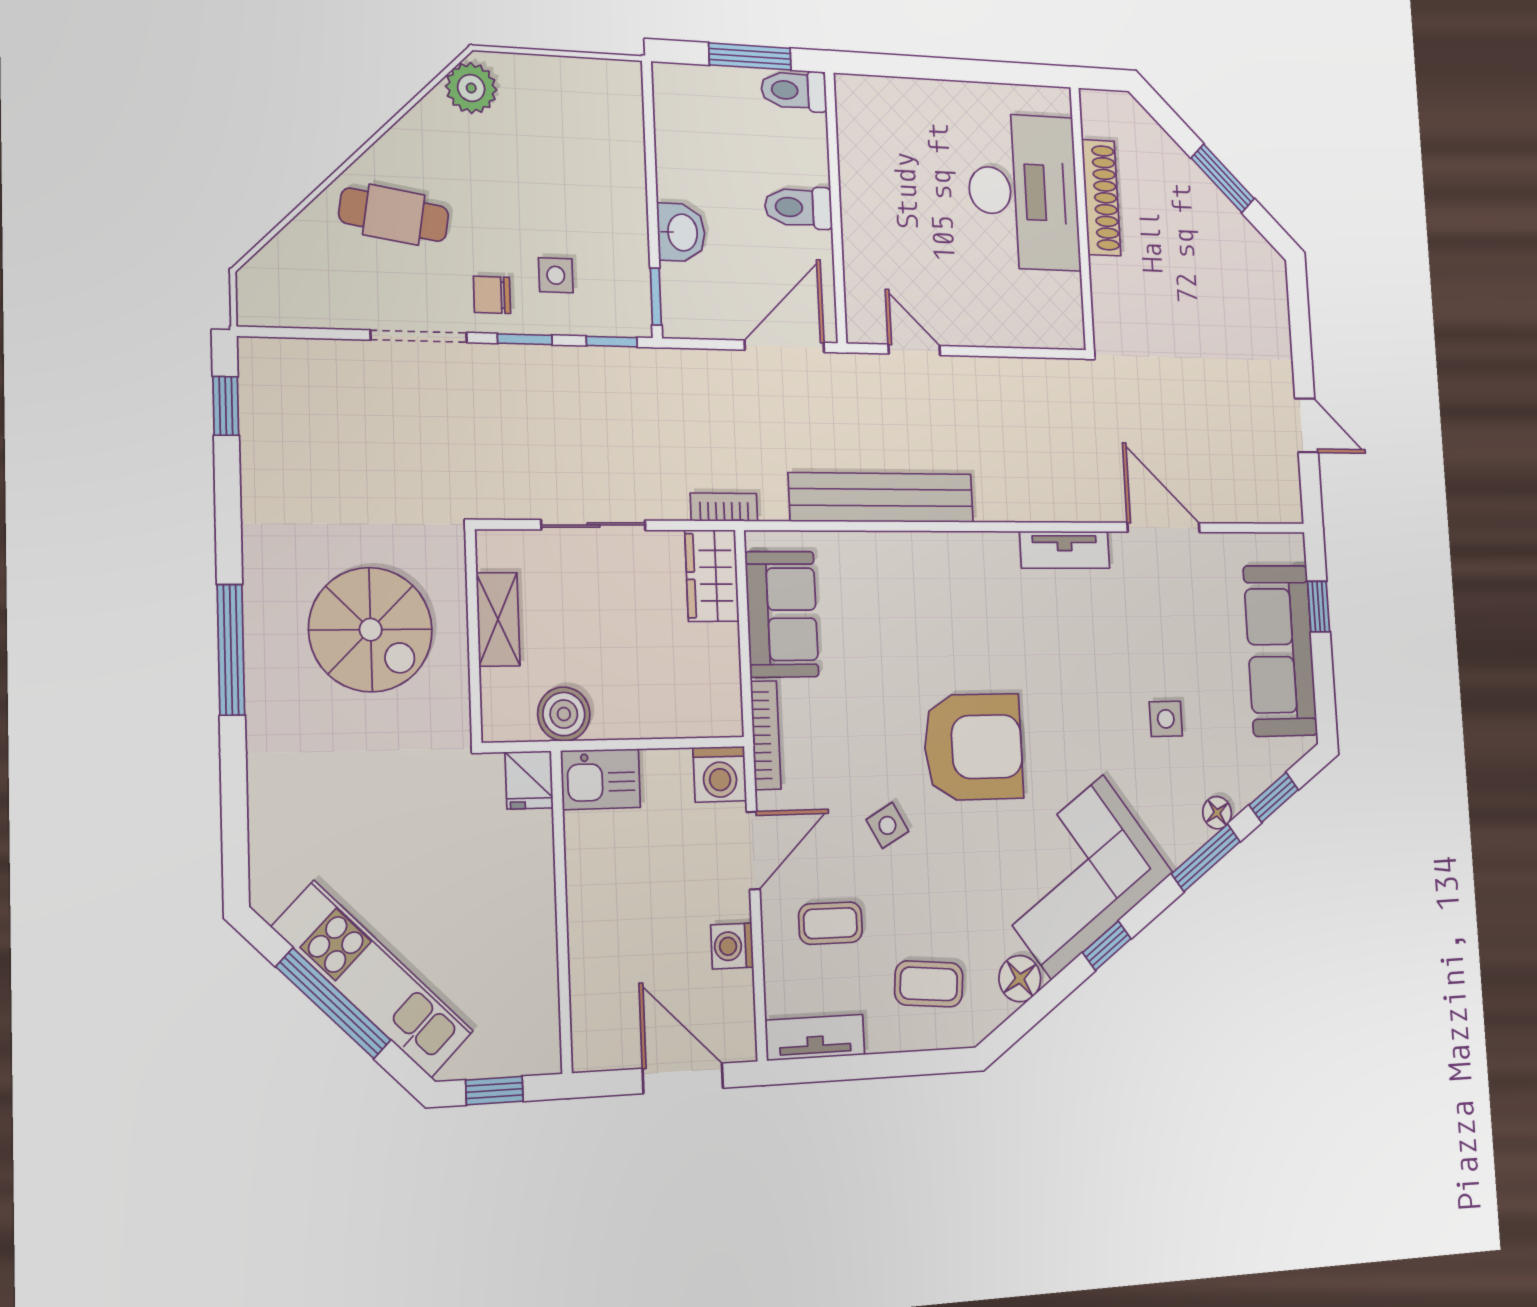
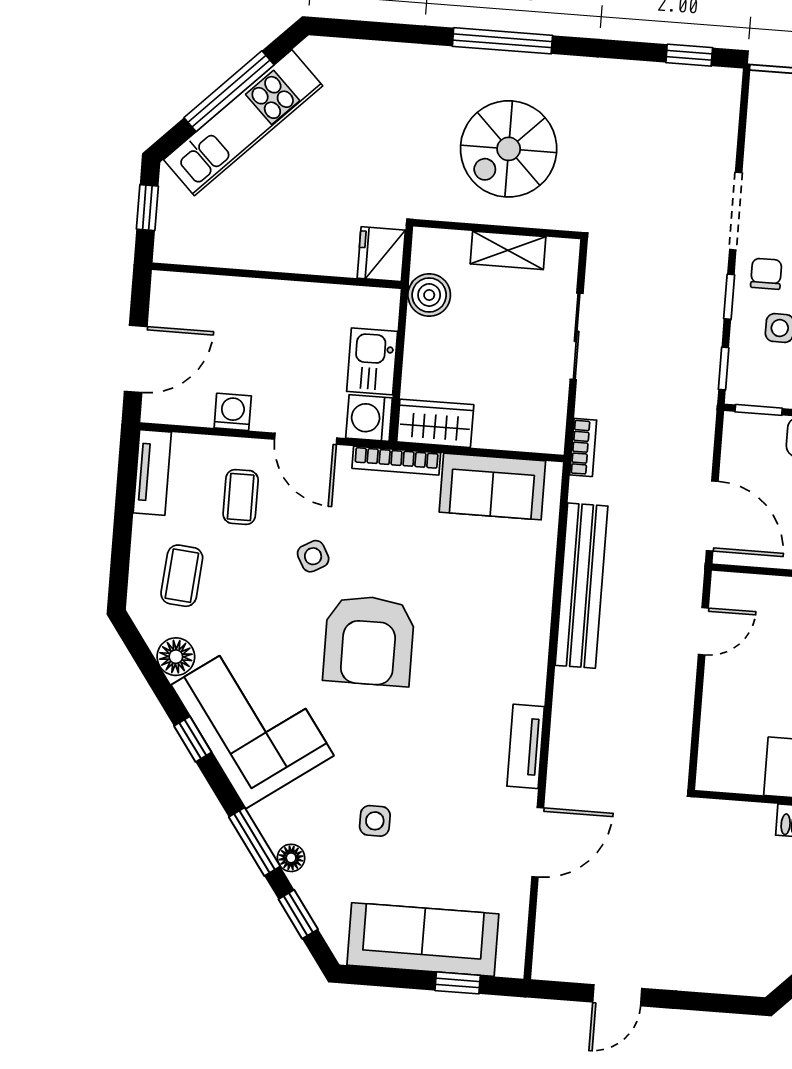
wardrobe: (712, 576) -> (435, 423), moved
kitchen sink: (601, 779) -> (372, 361), moved
fridge: (529, 780) -> (381, 254), width x1.38

